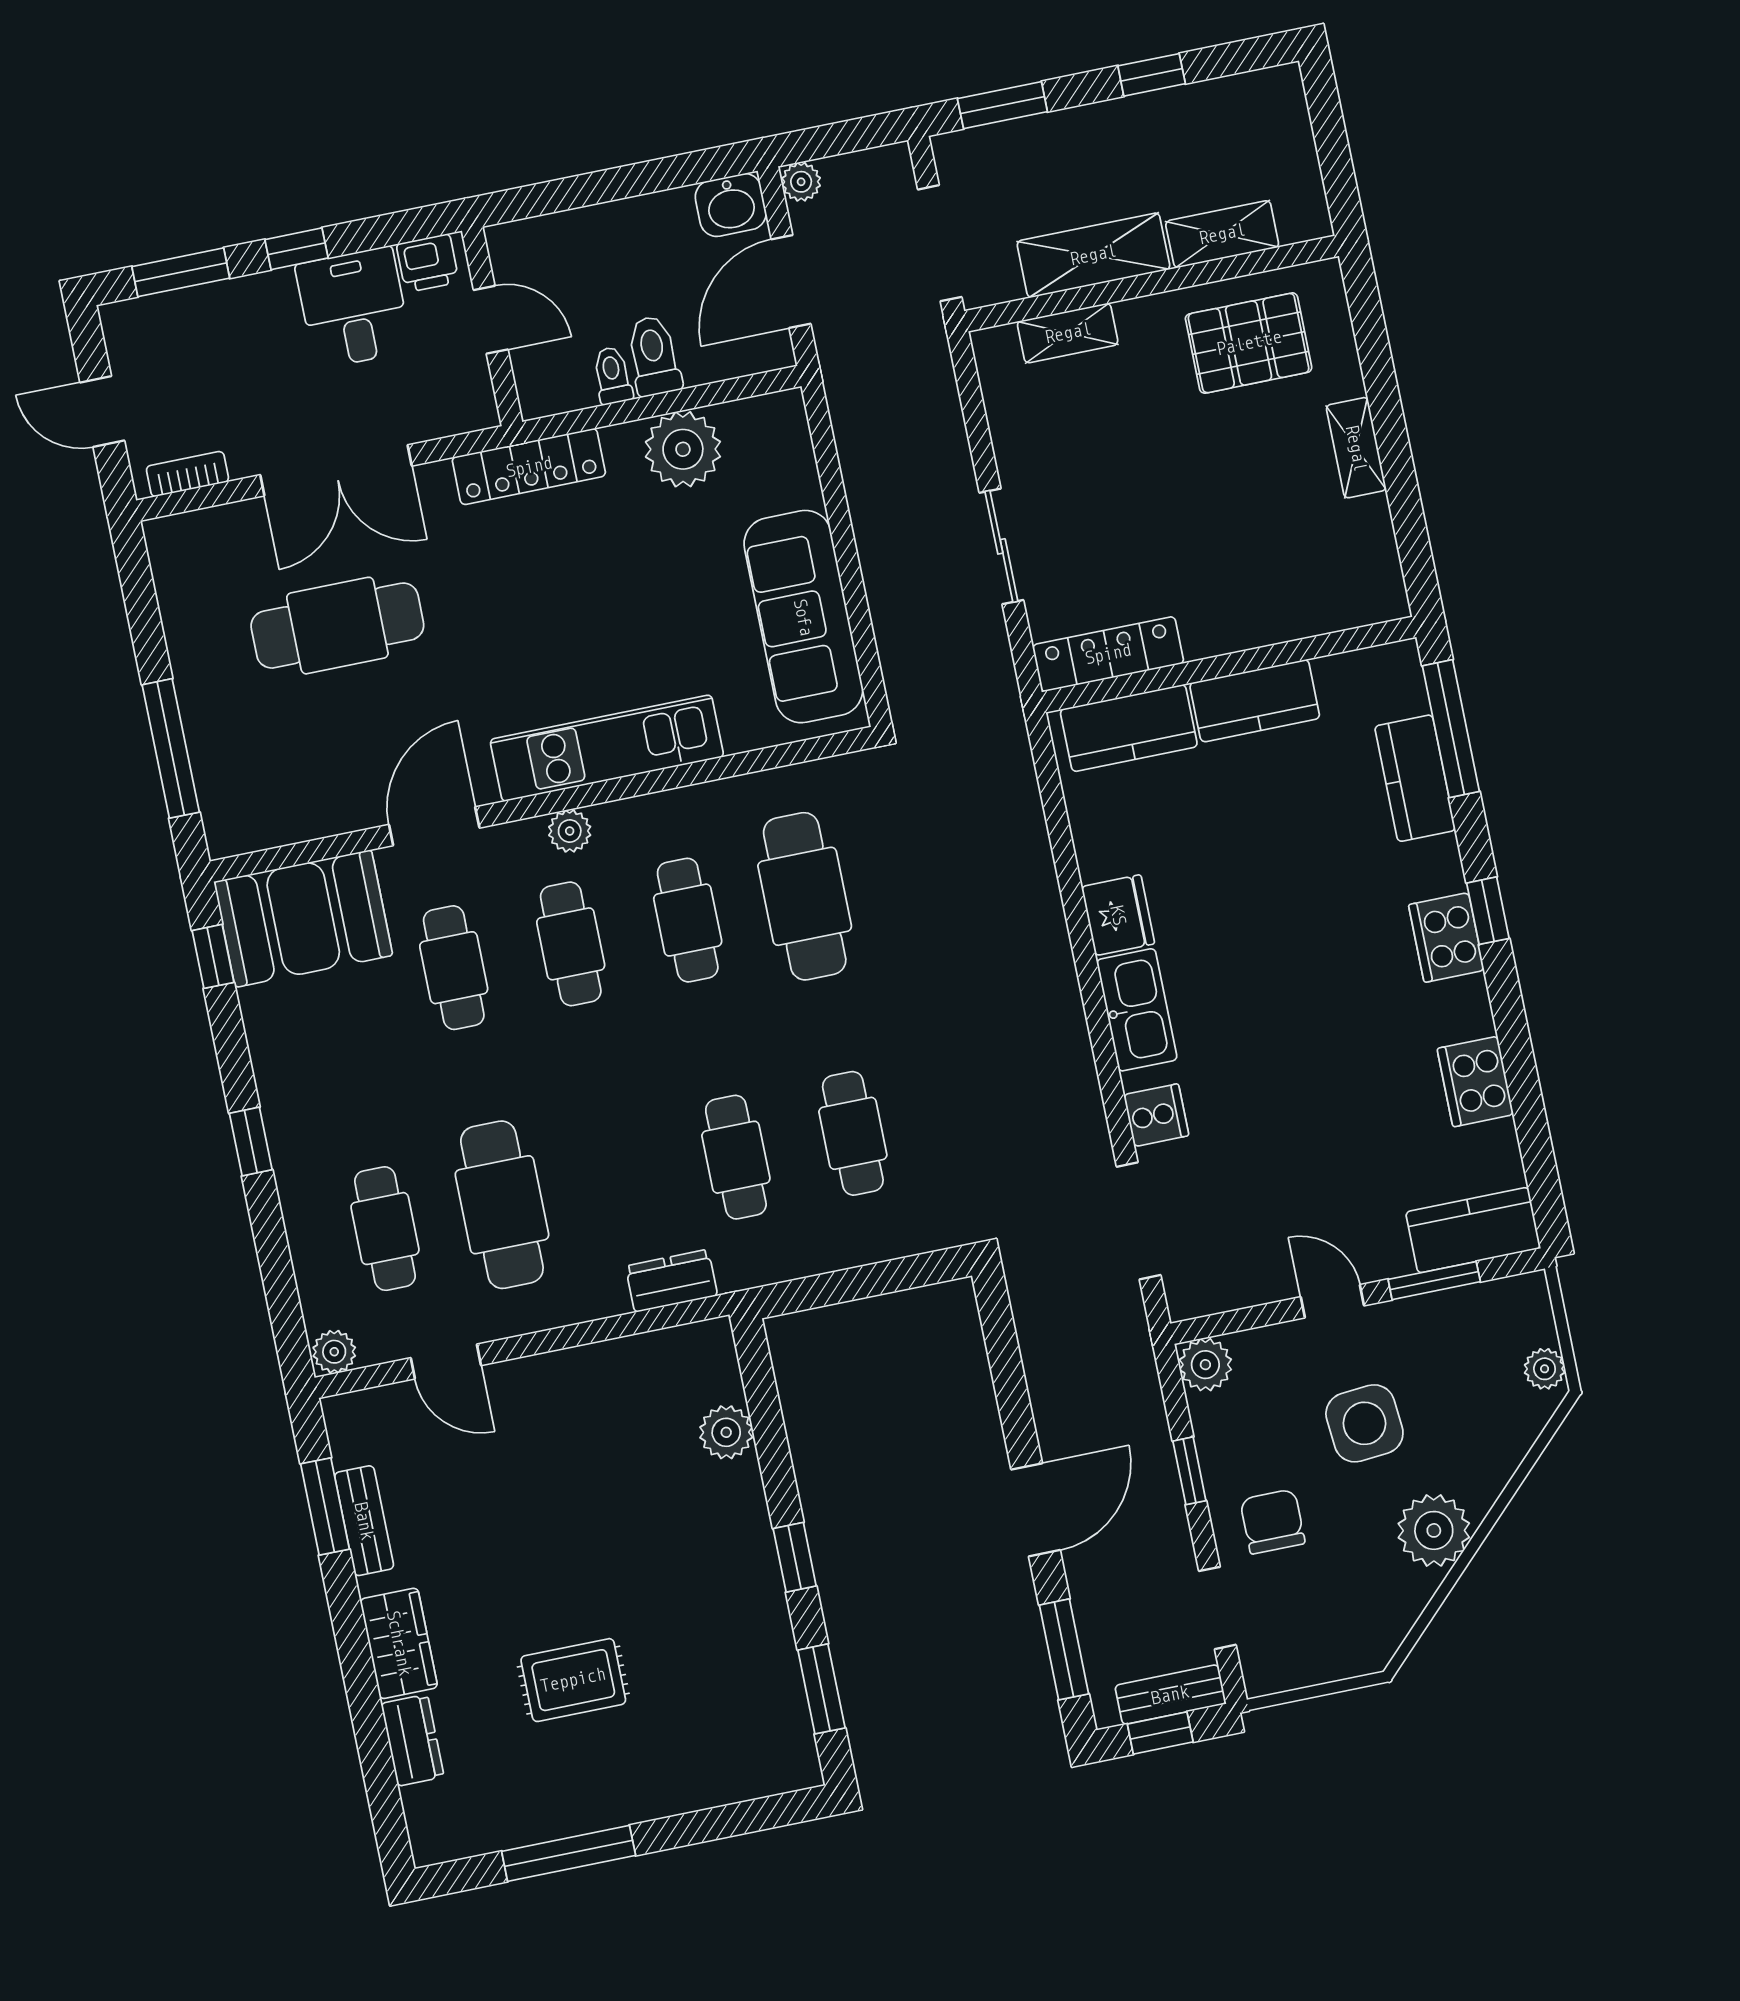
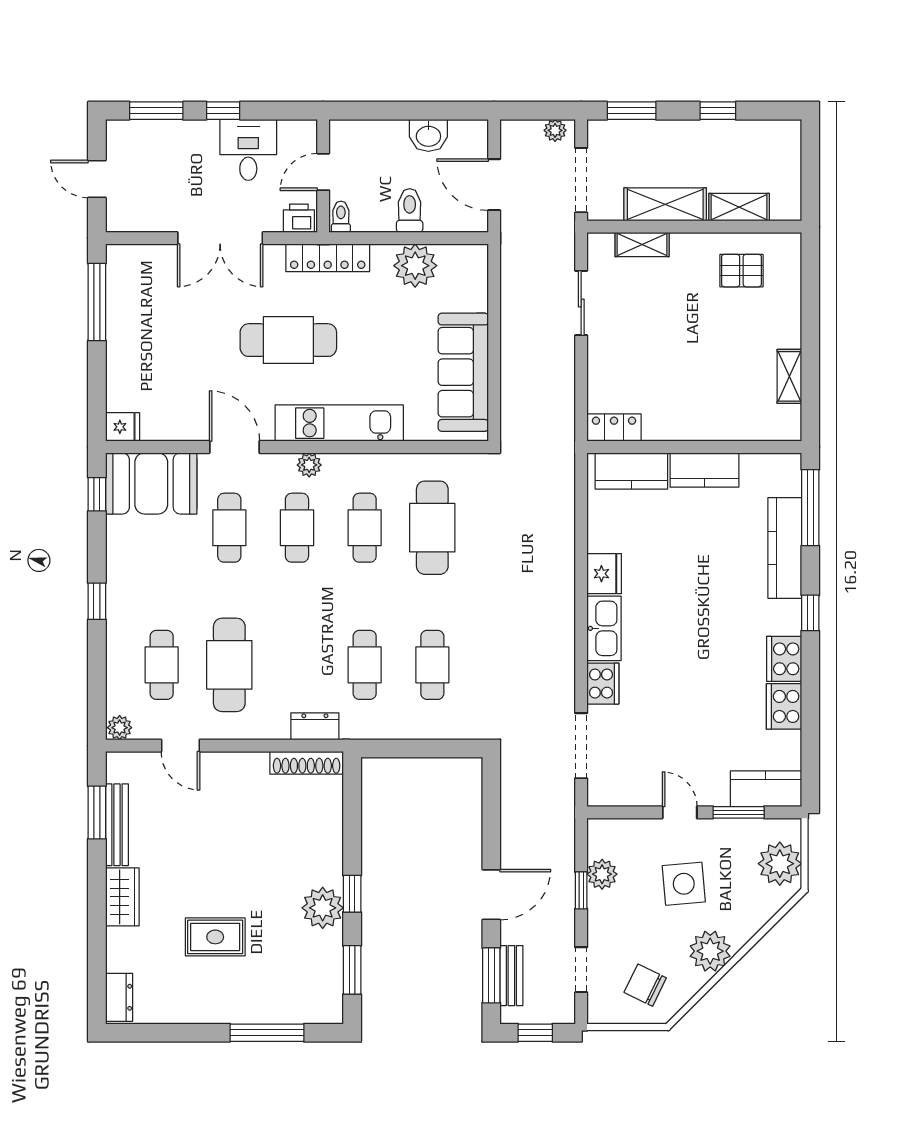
plant: (801, 182) -> (555, 130), moved
washbasin: (731, 205) -> (428, 135), moved
printer: (428, 263) -> (299, 218), moved, turned 180
door: (791, 282) -> (494, 185), hinge flipped
door: (491, 320) -> (323, 172), swing flipped
pallet: (1249, 343) -> (741, 271), width x0.67, depth x0.71
toilet: (612, 376) -> (341, 217), moved
shelving: (1356, 448) -> (789, 376), moved
bookcase: (187, 474) -> (137, 223), removed
sliding door: (1001, 546) -> (581, 303), moved
cafe table: (337, 626) -> (288, 340), moved
locker: (1108, 654) -> (614, 427), width x0.66
window: (171, 748) -> (97, 302), moved
kitchen counter: (1415, 778) -> (785, 548), width x1.50
door: (434, 826) -> (234, 447), hinge flipped
fridge: (234, 831) -> (123, 427), added
cooker: (1446, 937) -> (784, 659), moved
cooker: (1156, 1115) -> (603, 684), width x1.36
shoe rack: (670, 1347) -> (307, 763), added
plant: (1205, 1365) -> (602, 874), moved
plant: (1545, 1369) -> (780, 864), width x1.87, depth x1.87
plant: (726, 1432) -> (323, 908), moved, width x1.36, depth x1.36
bench: (364, 1521) -> (117, 825), width x1.36
chair: (1273, 1522) -> (645, 985), moved, turned -64
bench: (1170, 1695) -> (511, 976), moved, turned 90
dresser: (413, 1740) -> (119, 997), moved
window: (569, 1853) -> (267, 1033), moved

